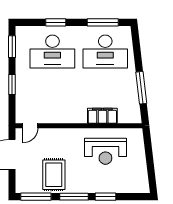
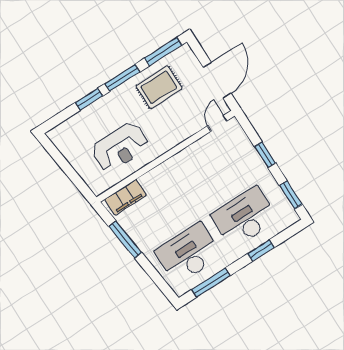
filing cabinet: (102, 116) -> (125, 197), moved
reception desk: (105, 151) -> (120, 147), turned 180
rug: (54, 175) -> (159, 87), turned 90

